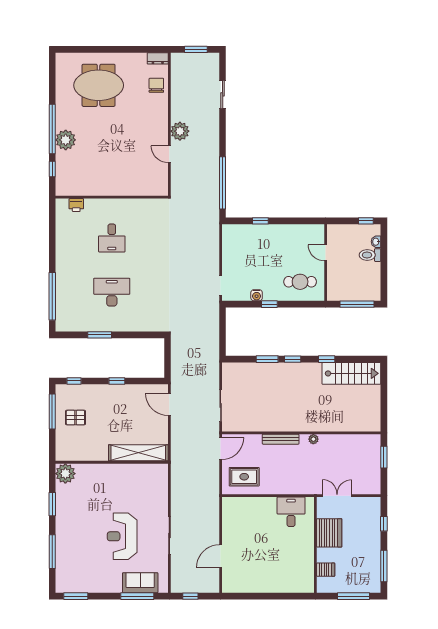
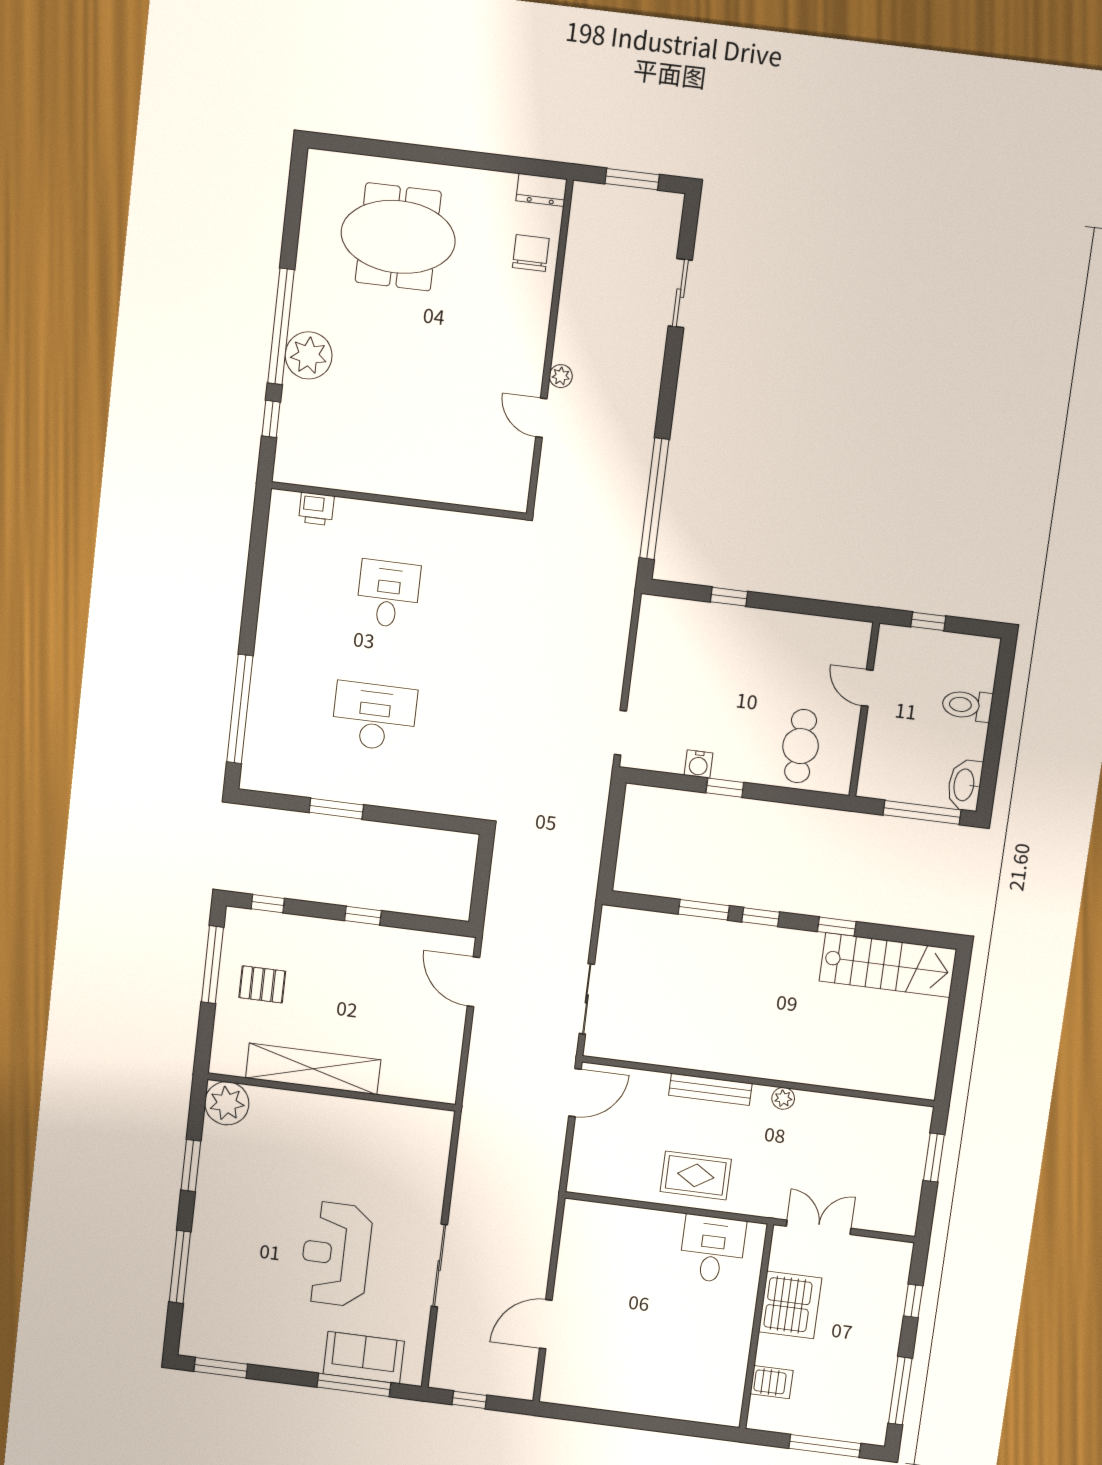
plant: (180, 131) -> (561, 376), width x0.53, depth x0.53
window: (366, 221) -> (928, 621), moved
desk: (112, 238) -> (388, 594), turned 180
washbasin: (376, 242) -> (965, 785), moved, width x1.91, depth x1.45
cafe table: (300, 282) -> (801, 746), turned 90
shelving: (138, 453) -> (313, 1069), moved
rug: (244, 477) -> (696, 1175), moved

